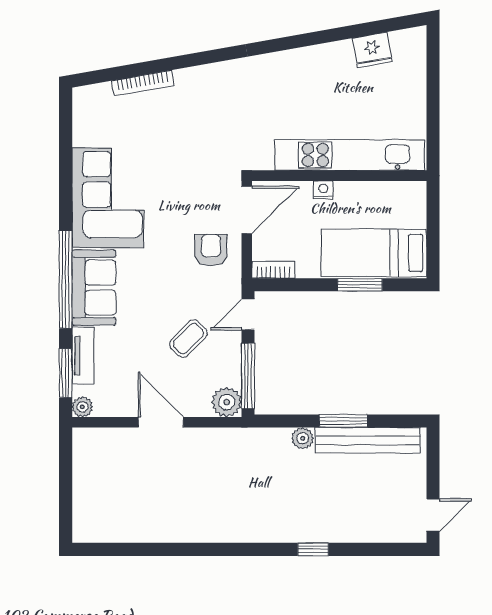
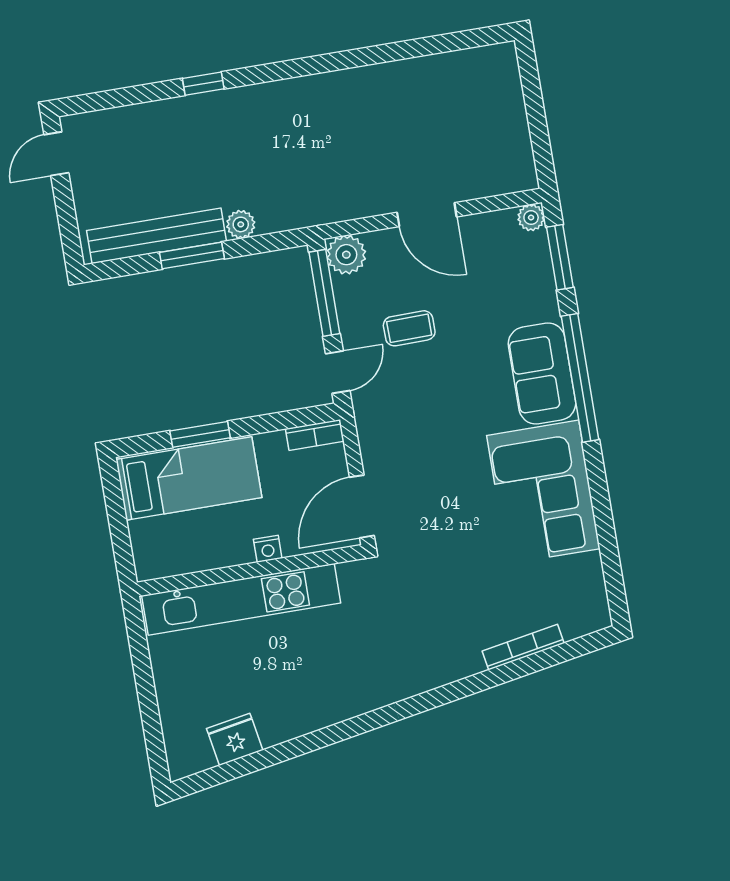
armchair: (211, 250) -> (399, 447), removed
coffee table: (188, 338) -> (409, 328), turned 45
tv unit: (83, 356) -> (541, 283), removed

